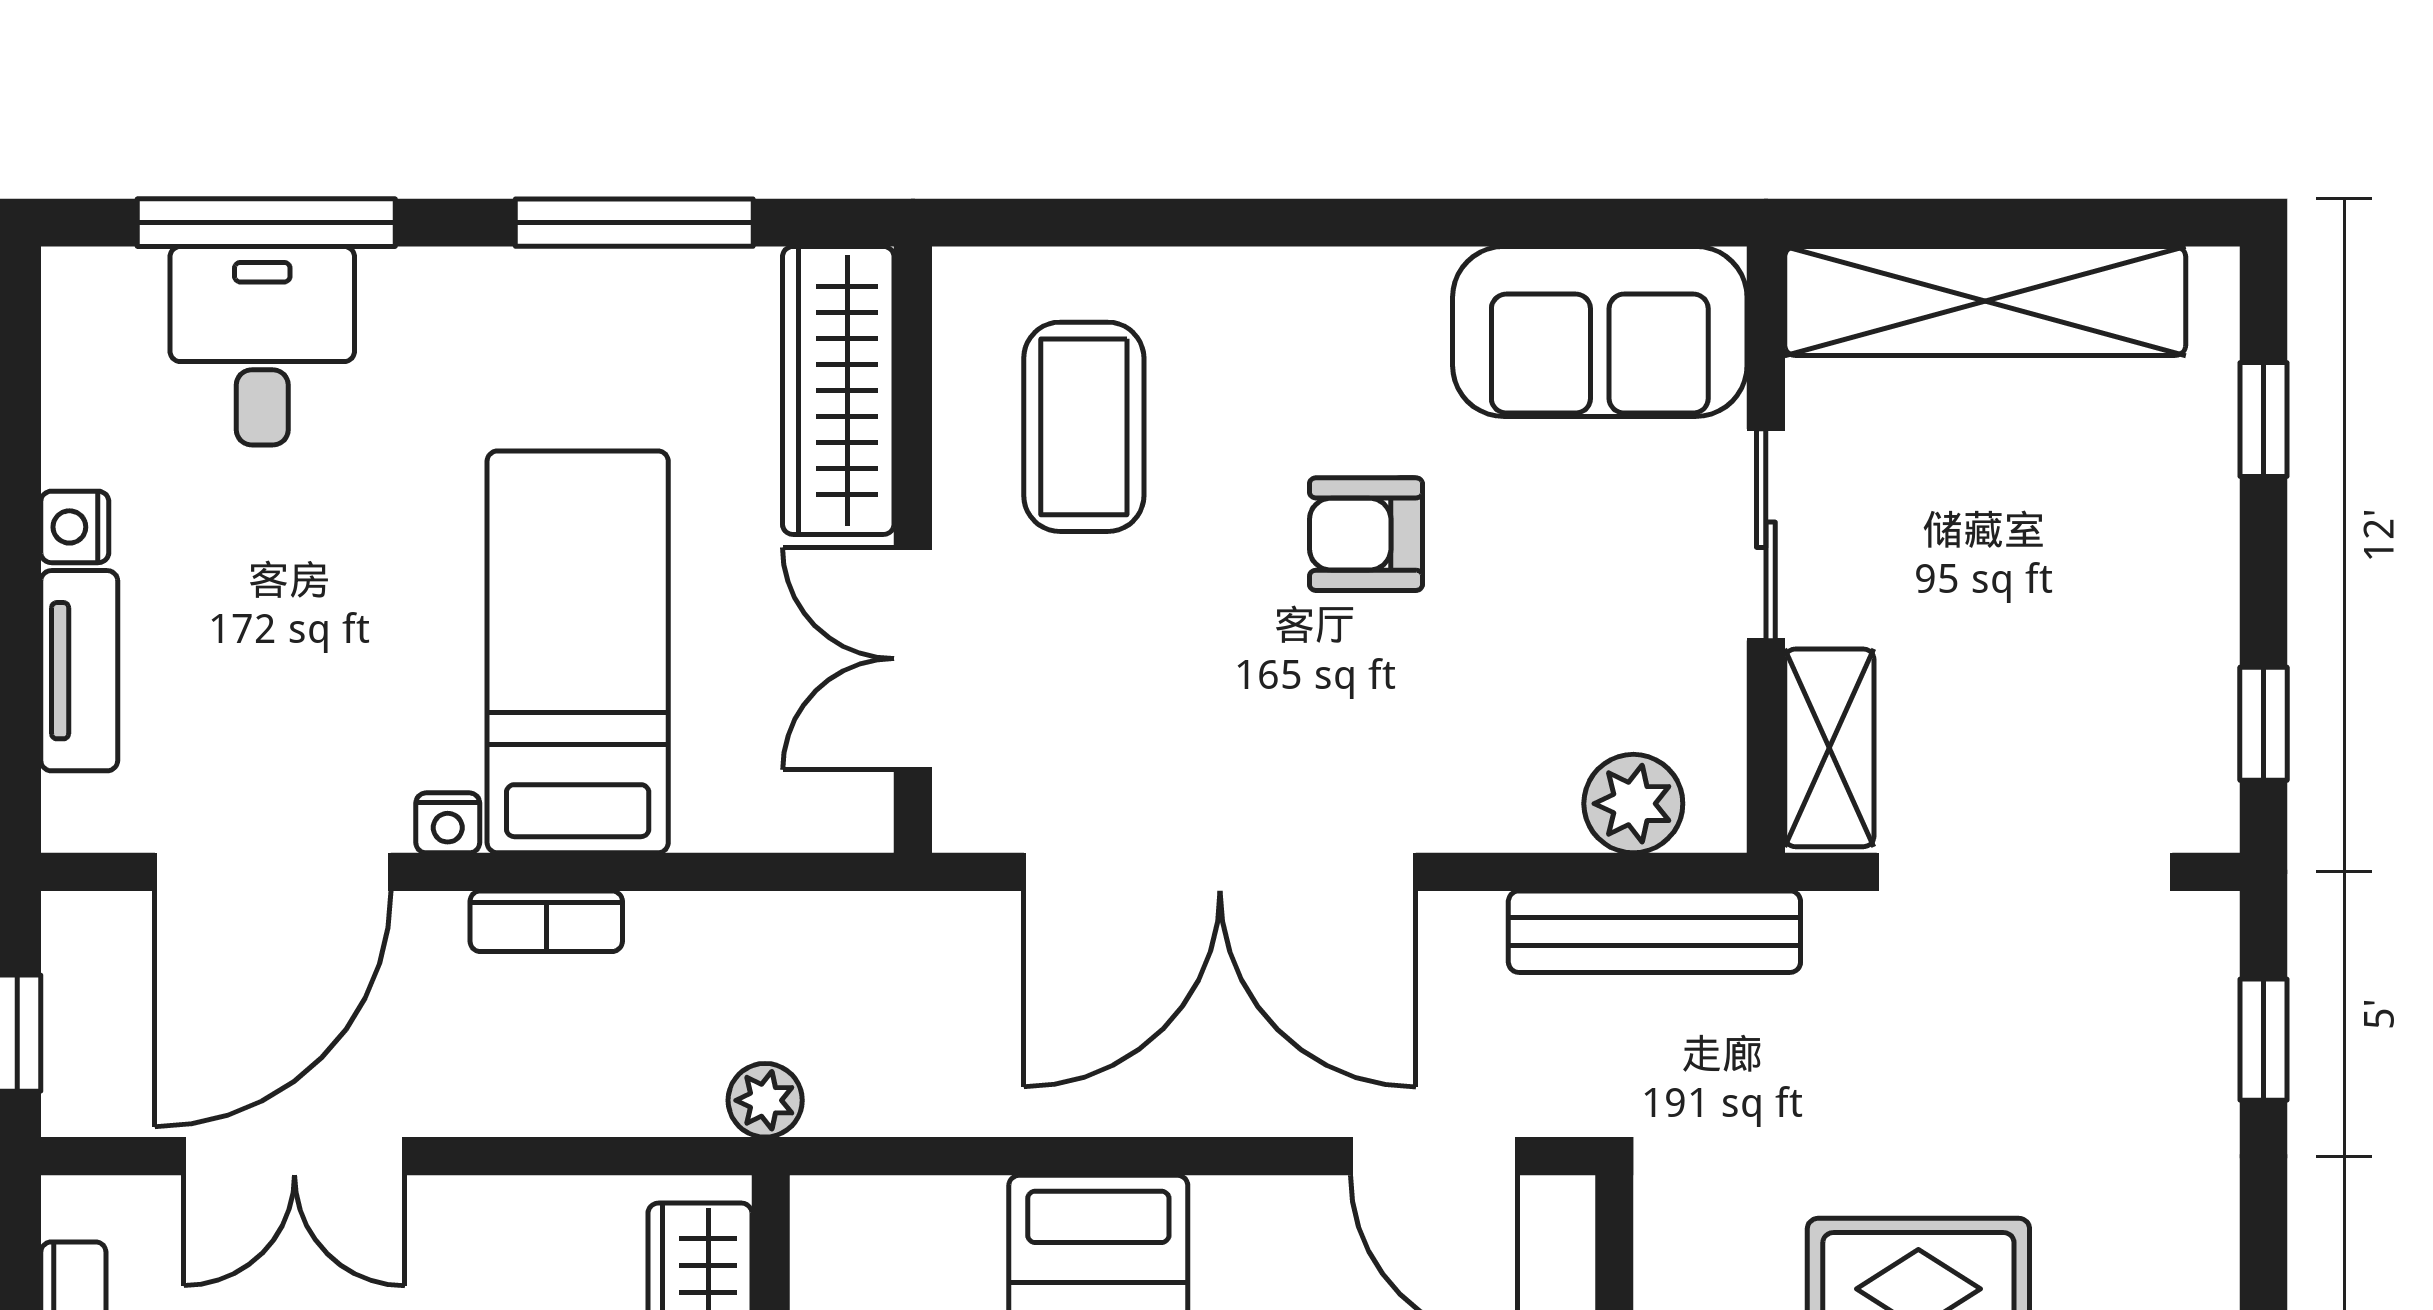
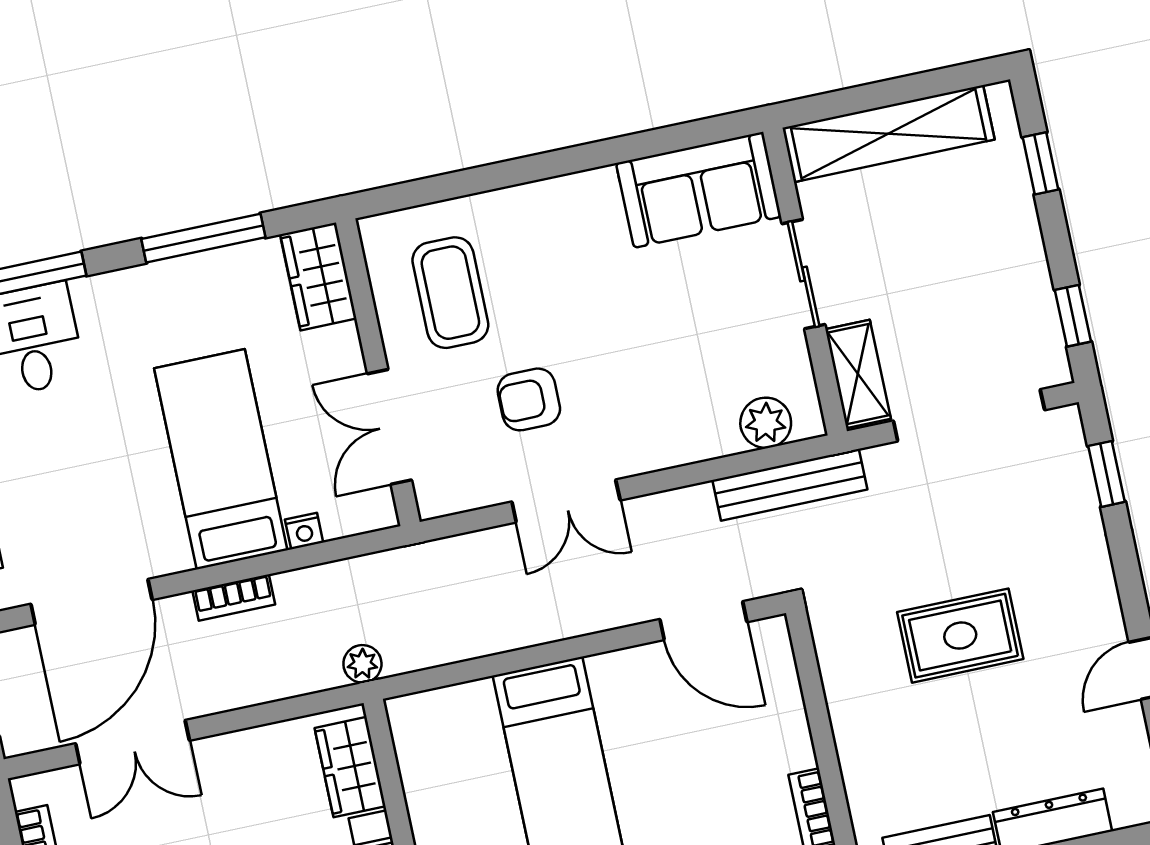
wardrobe: (838, 390) -> (318, 276), width x0.67
armchair: (1366, 534) -> (529, 399), moved
nightstand: (448, 823) -> (304, 531), moved
double door: (1220, 872) -> (566, 501), width x0.54

